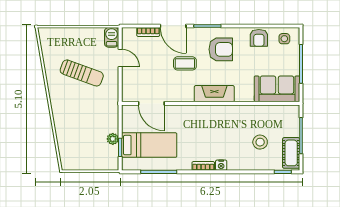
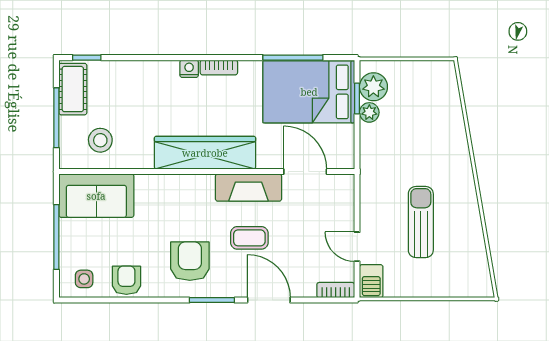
bookcase: (148, 32) -> (336, 290), moved
armchair: (221, 49) -> (190, 261), turned 90
sun lounger: (82, 73) -> (421, 222), turned 70
fireplace: (214, 94) -> (249, 188), moved
wardrobe: (212, 115) -> (205, 153), added
stool: (260, 142) -> (100, 140), moved
bed: (149, 145) -> (309, 92), width x1.50
plant: (110, 154) -> (373, 87), added

